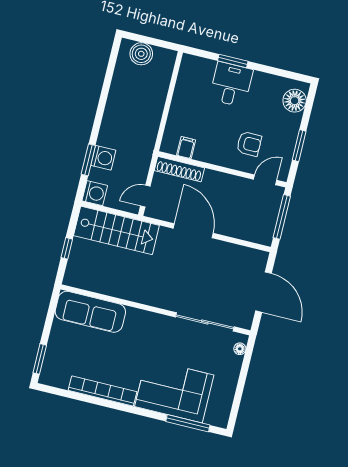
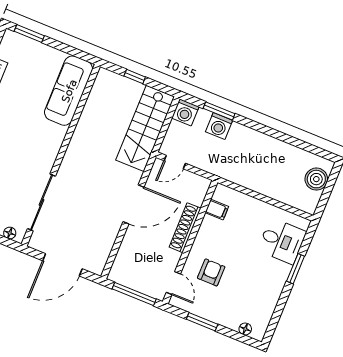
desk: (231, 84) -> (282, 241), moved
floor lamp: (295, 101) -> (245, 329), width x0.53, depth x0.53
armchair: (249, 144) -> (211, 272), turned 180
shoe rack: (179, 169) -> (185, 228), moved
door: (145, 196) -> (175, 162), swing flipped

